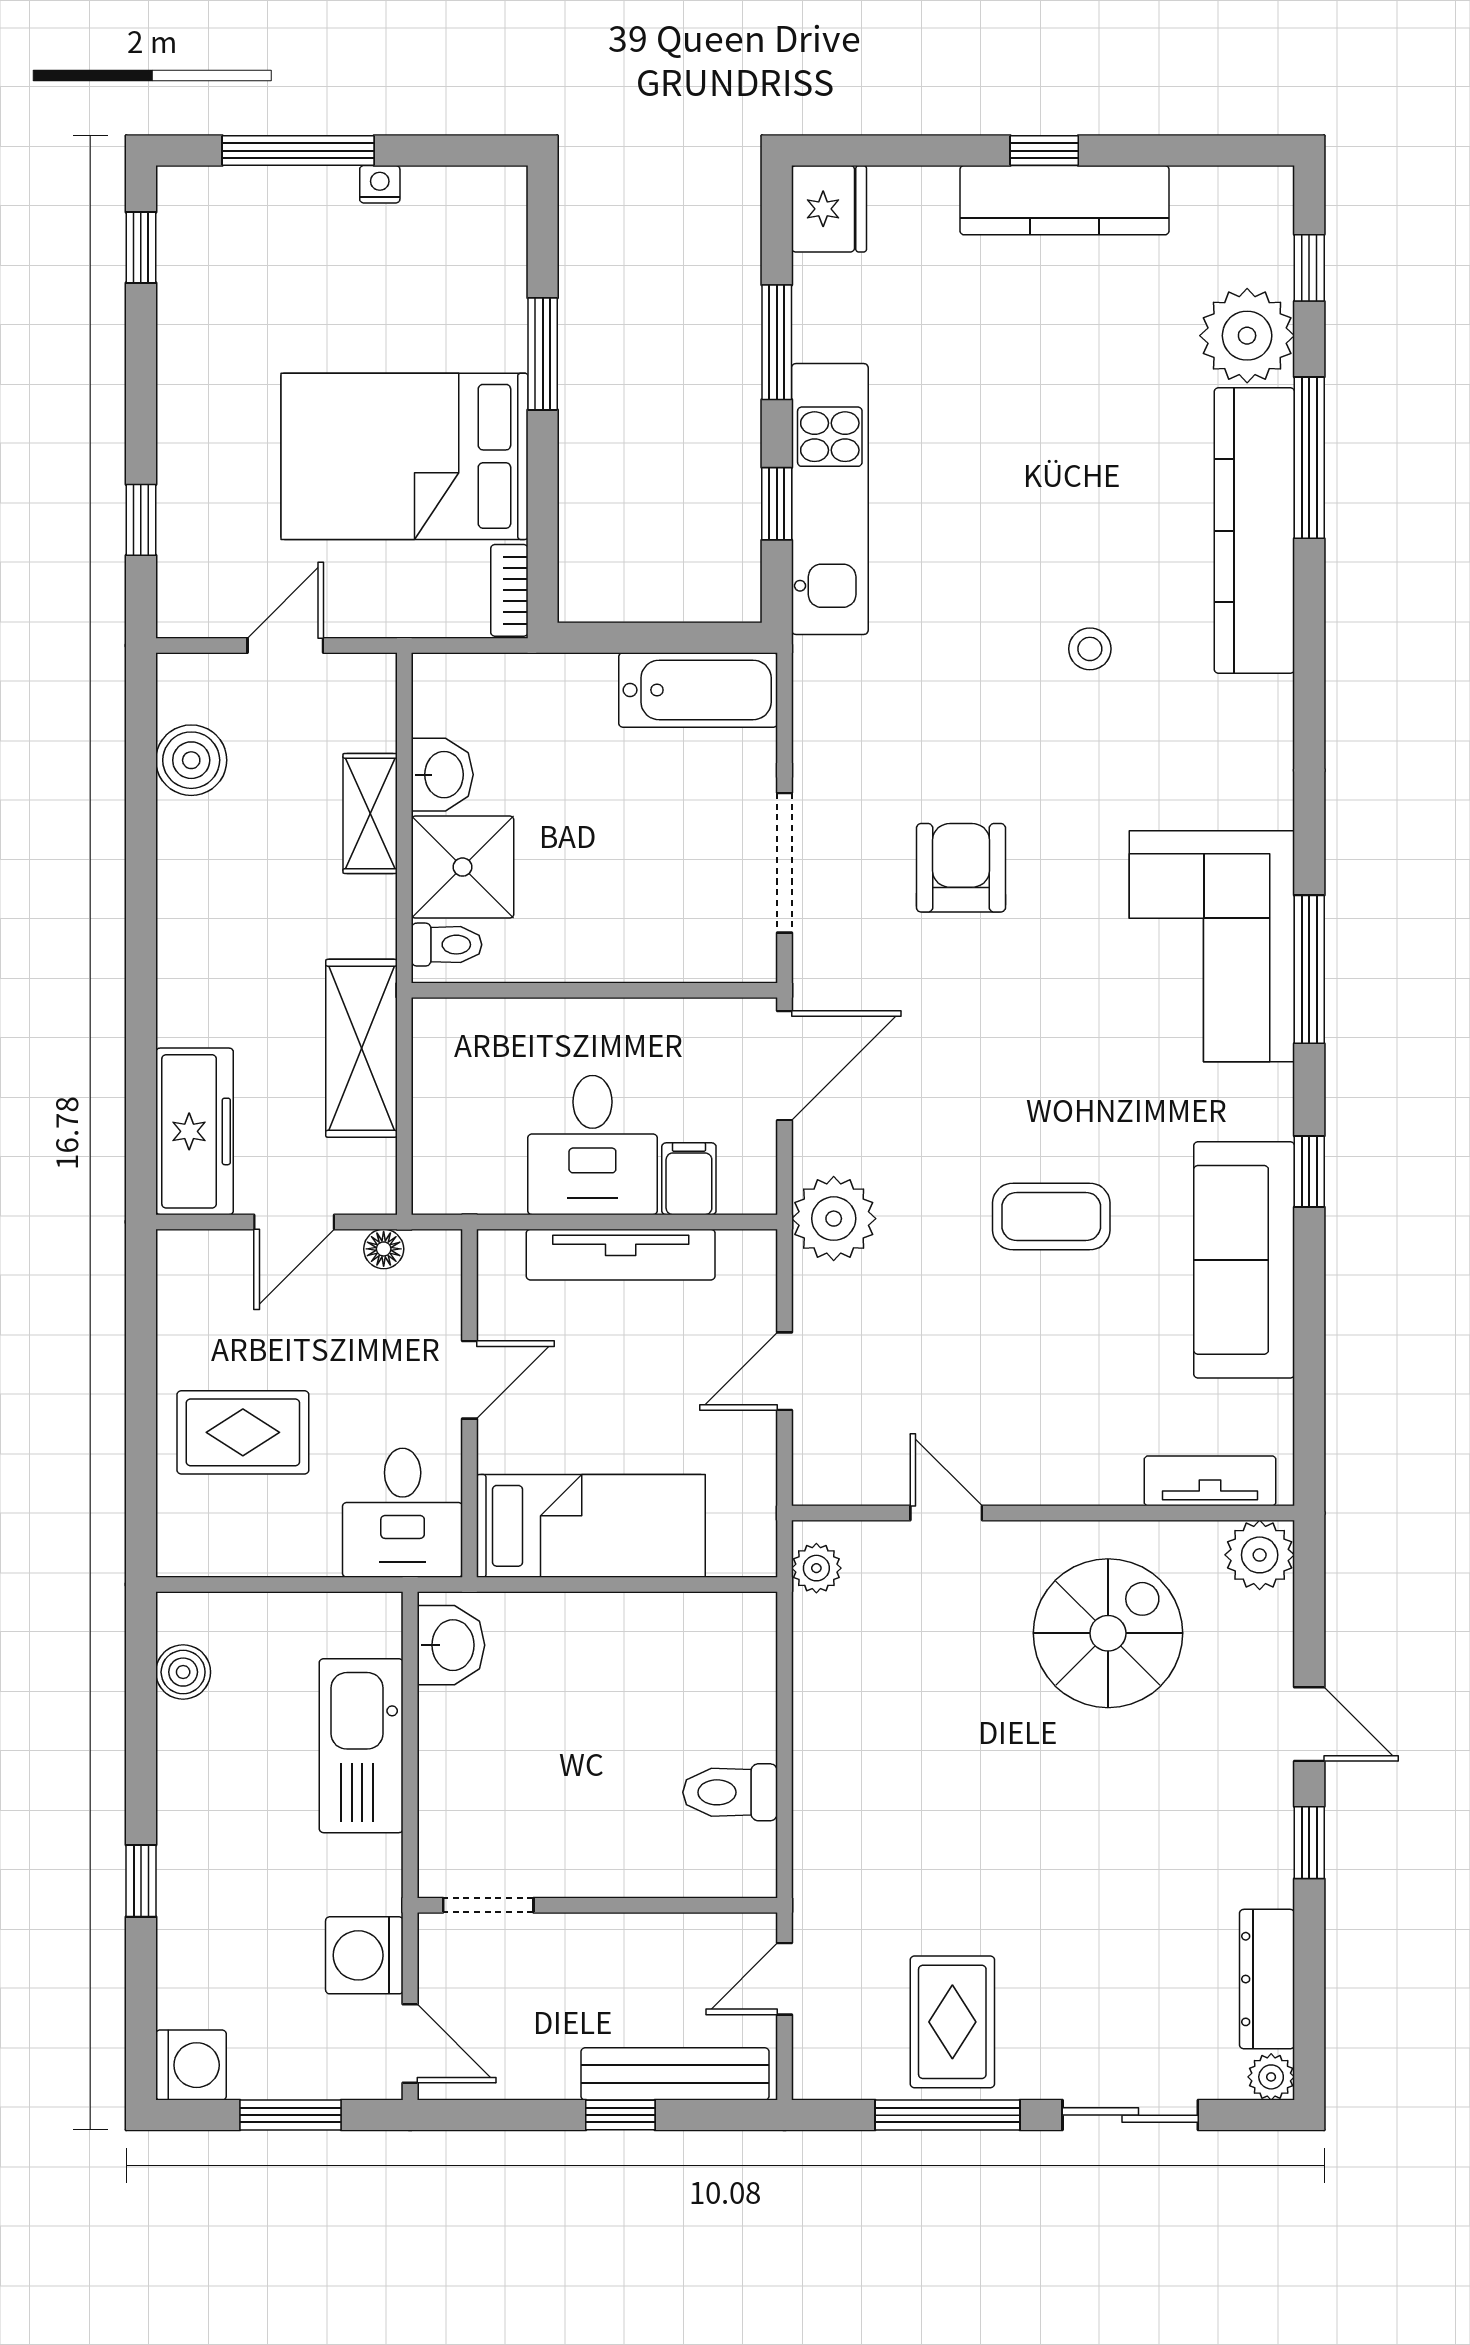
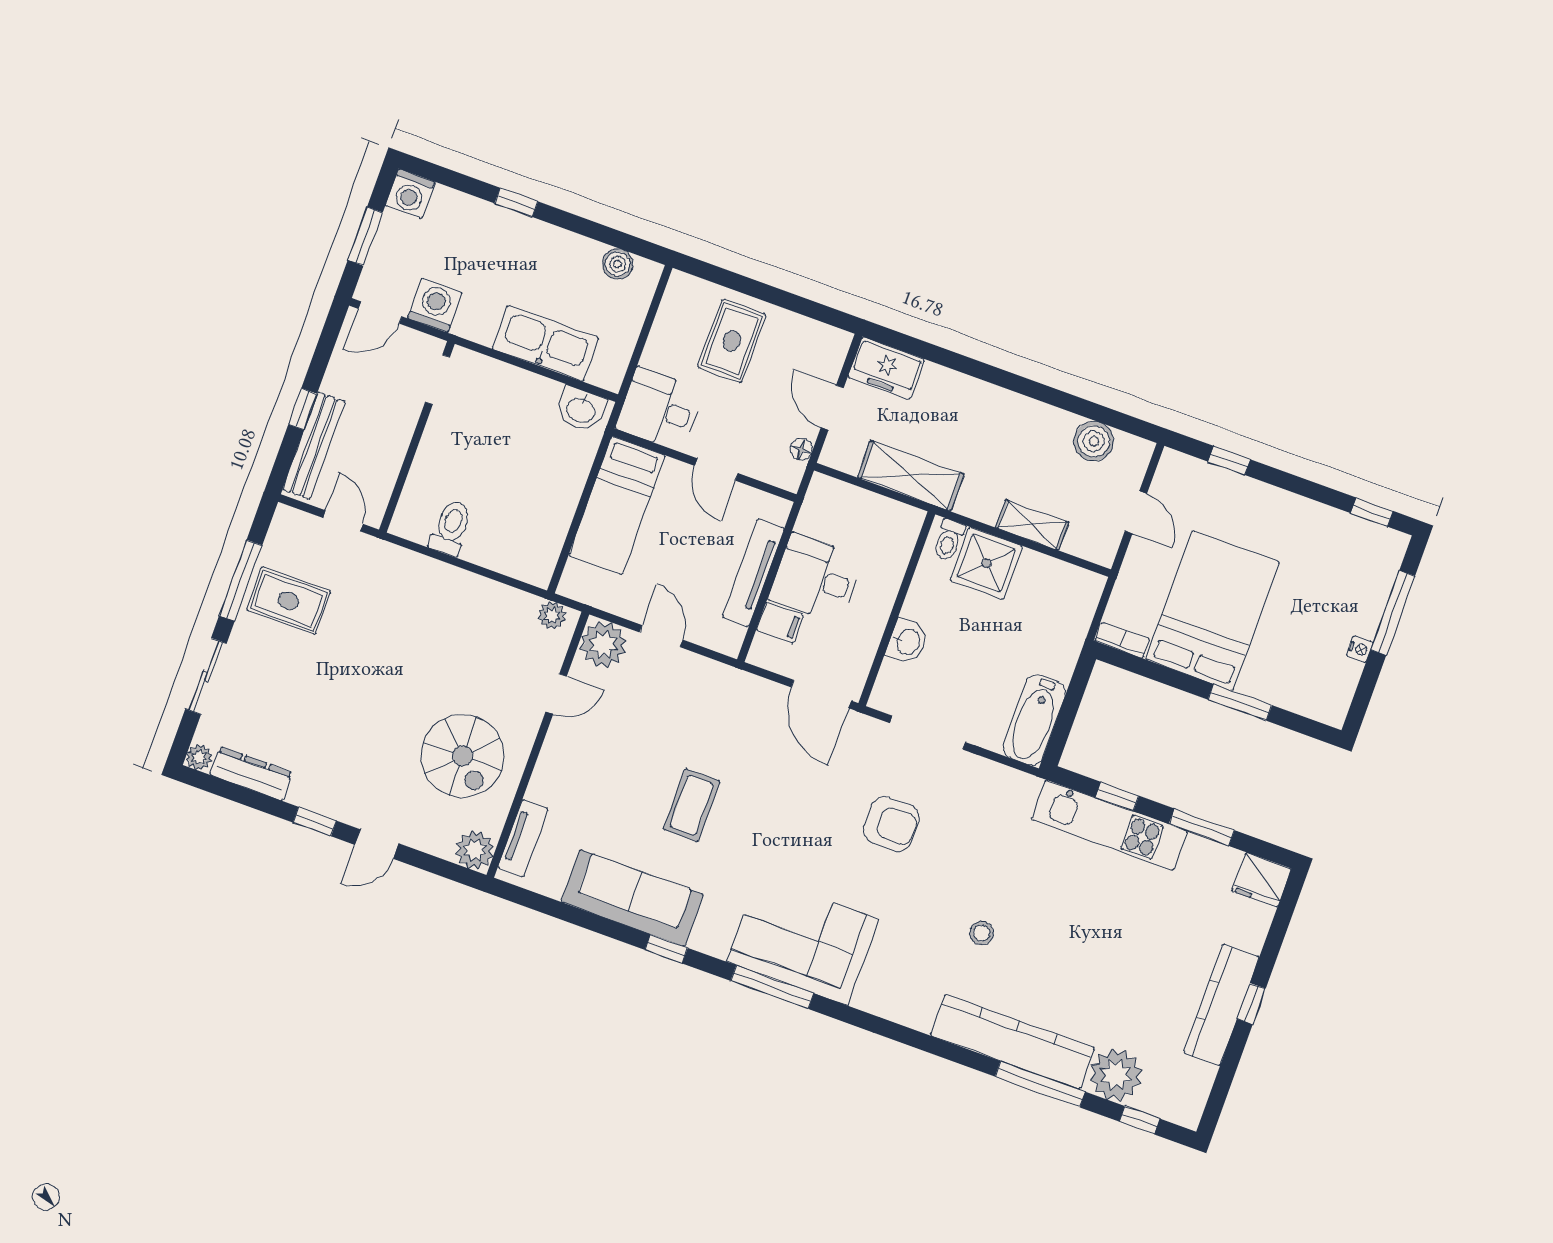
washbasin: (442, 775) -> (907, 642), moved, turned -90
freezer: (195, 1131) -> (886, 368), width x0.71
plant: (834, 1219) -> (603, 644), moved

